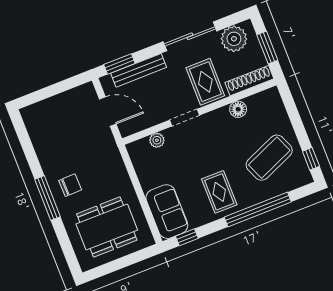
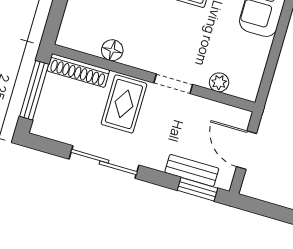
plant: (234, 39) -> (61, 125), removed
window: (267, 47) -> (34, 90), width x1.44
bench: (139, 70) -> (192, 170), width x0.73

